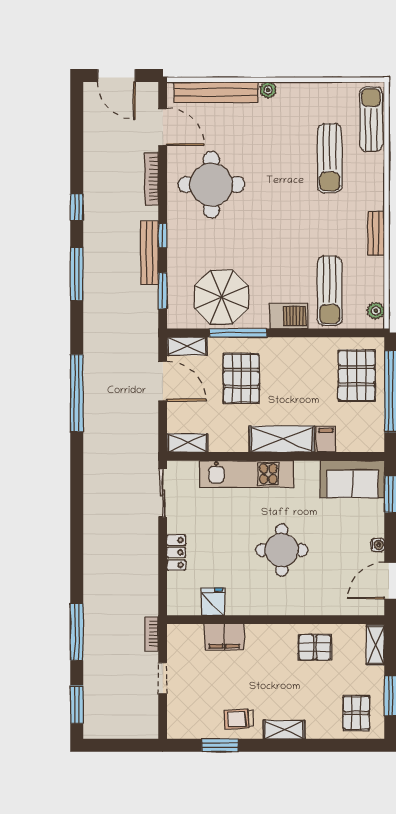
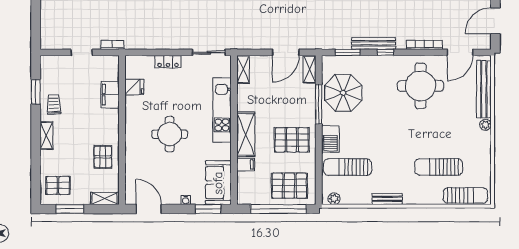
pallet: (241, 378) -> (292, 140), moved
water cooler: (378, 545) -> (186, 200), moved

